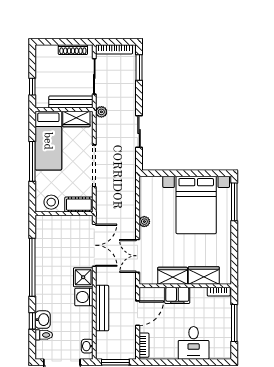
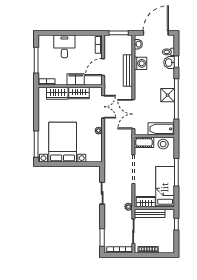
bathtub: (54, 224) -> (161, 129), added
shower: (83, 277) -> (168, 95), moved
washing machine: (84, 297) -> (140, 63), moved

